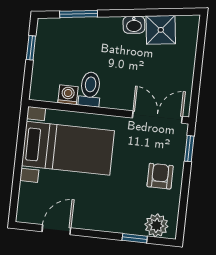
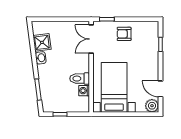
plant: (156, 225) -> (152, 106), moved

